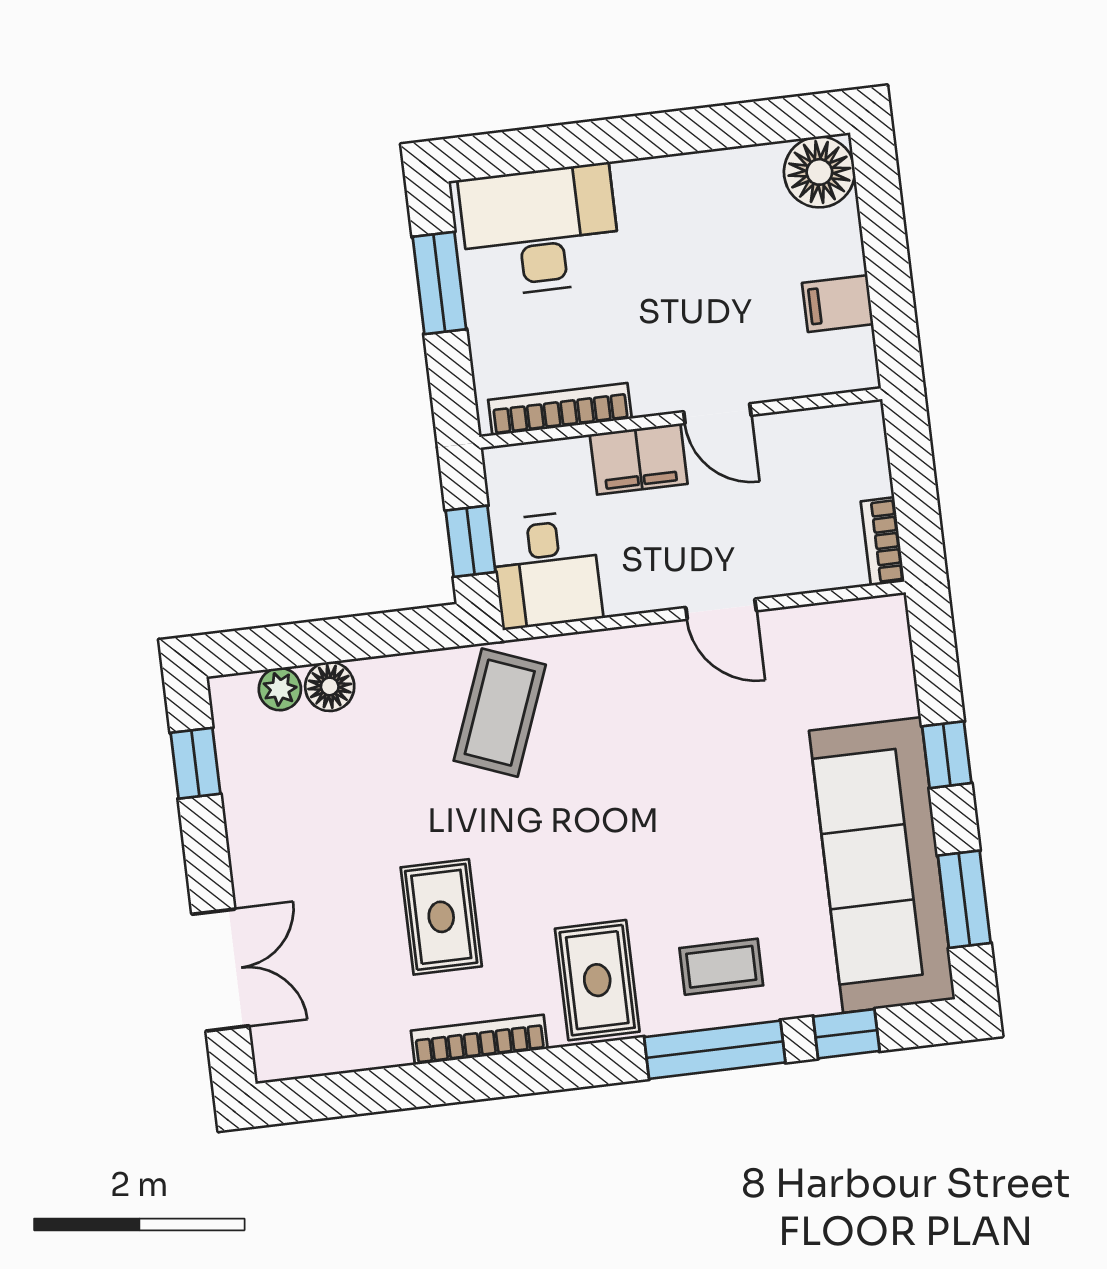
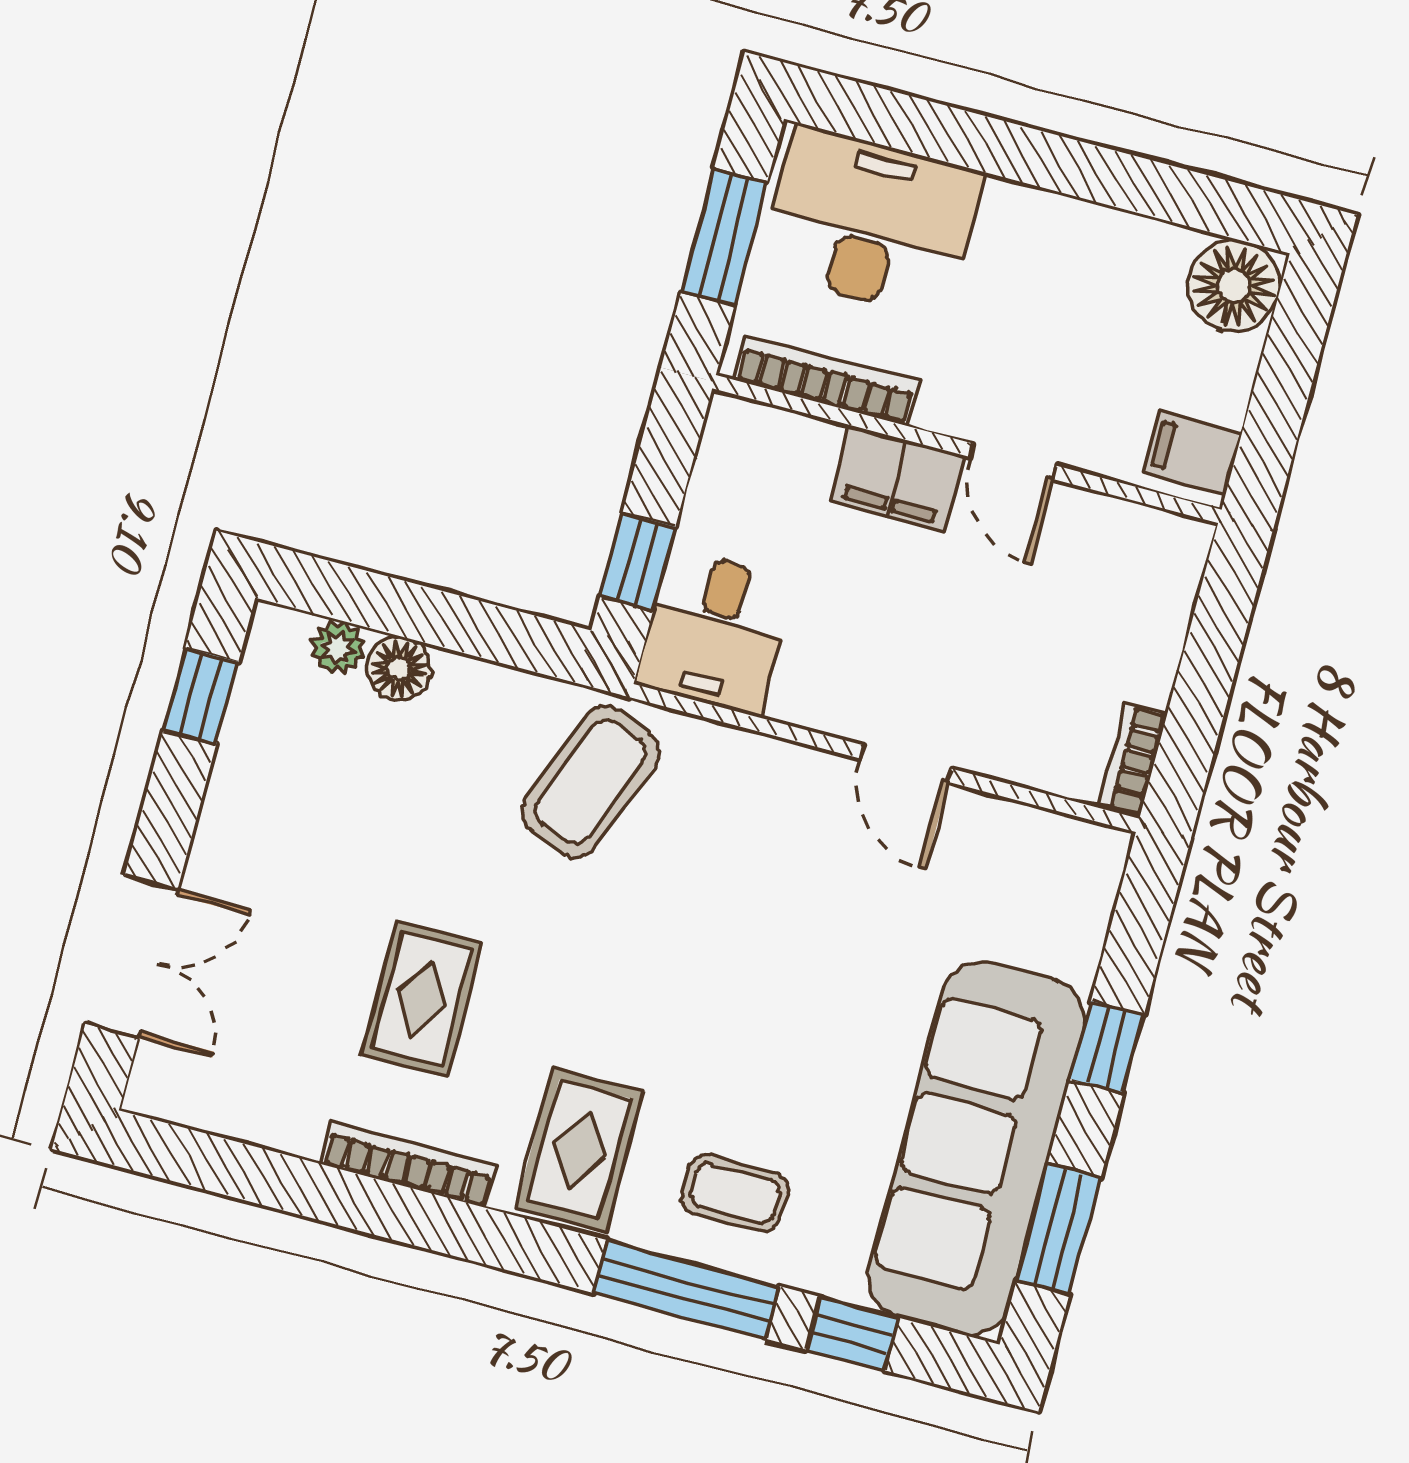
bookcase: (560, 409) -> (826, 380), moved
door: (717, 414) -> (1013, 461), moved
wall: (681, 418) -> (967, 449), moved
filing cabinet: (639, 459) -> (897, 478), moved

